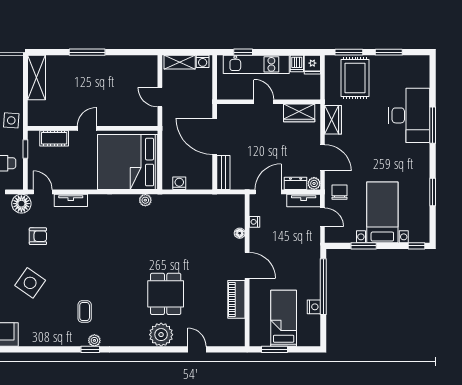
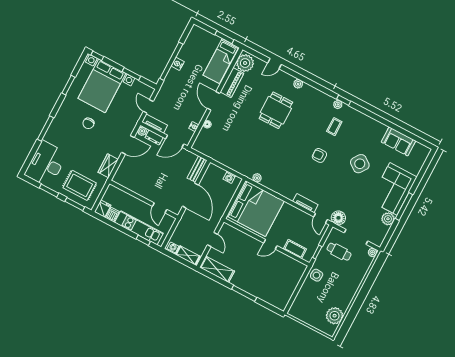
shelving: (36, 77) -> (217, 269), moved, turned 90
rug: (355, 78) -> (80, 185), turned 90
door: (264, 102) -> (160, 208), moved
wardrobe: (299, 113) -> (128, 182), removed
desk: (409, 115) -> (46, 164), moved
door: (322, 158) -> (128, 145), swing flipped
chair: (340, 192) -> (88, 123), moved
bed with nightstands: (382, 212) -> (102, 86), width x1.36
armchair: (38, 236) -> (319, 155), moved
nightstand: (314, 307) -> (178, 64), moved
bed: (284, 318) -> (221, 61), moved
plant: (233, 331) -> (245, 63), added
plant: (161, 335) -> (298, 84), width x0.53, depth x0.53
door: (197, 349) -> (274, 64), hinge flipped

